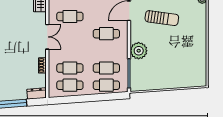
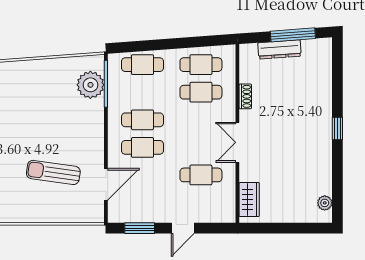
plant: (139, 51) -> (90, 85), moved
cafe table: (106, 68) -> (142, 120), moved
dresser: (36, 94) -> (279, 49), moved, width x1.44

